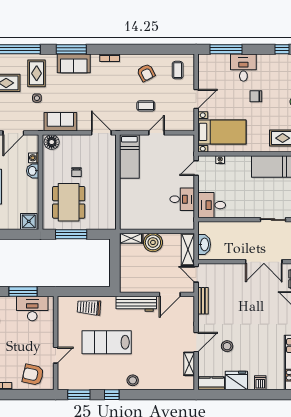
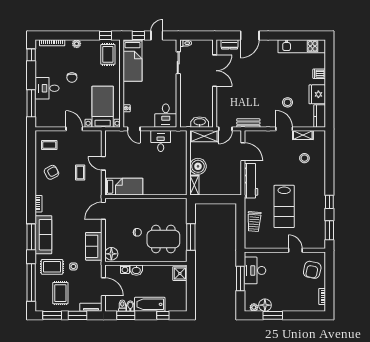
sofa: (74, 63) -> (43, 235), width x1.36
stool: (133, 380) -> (304, 158), moved

